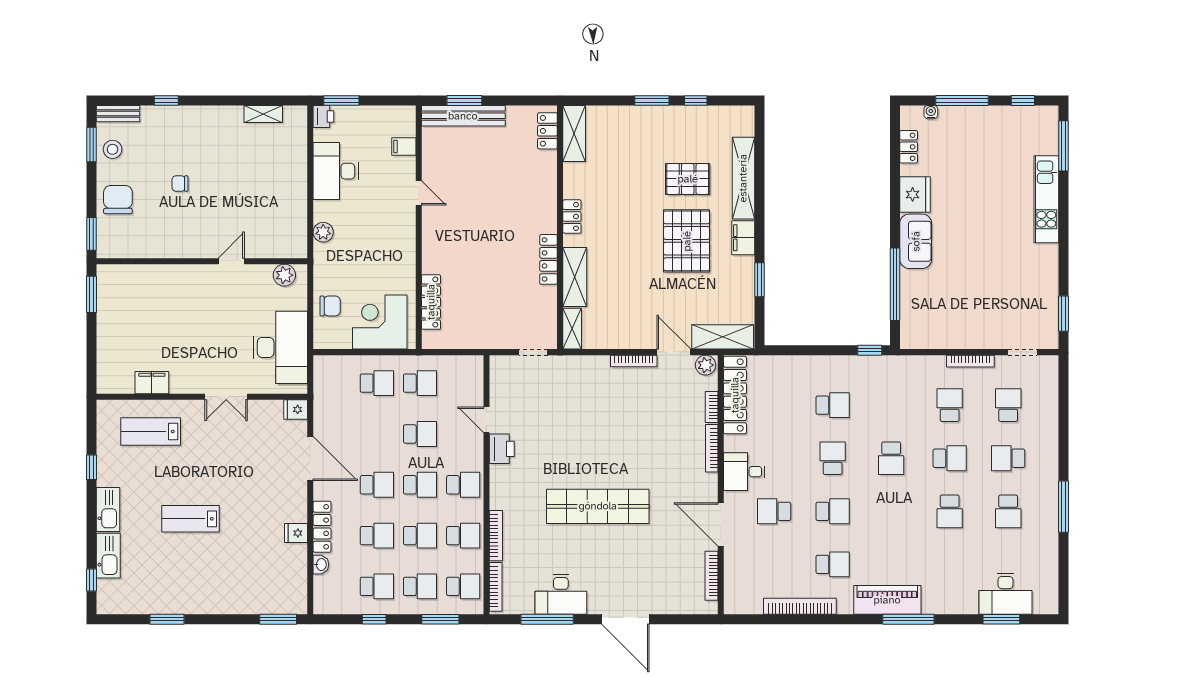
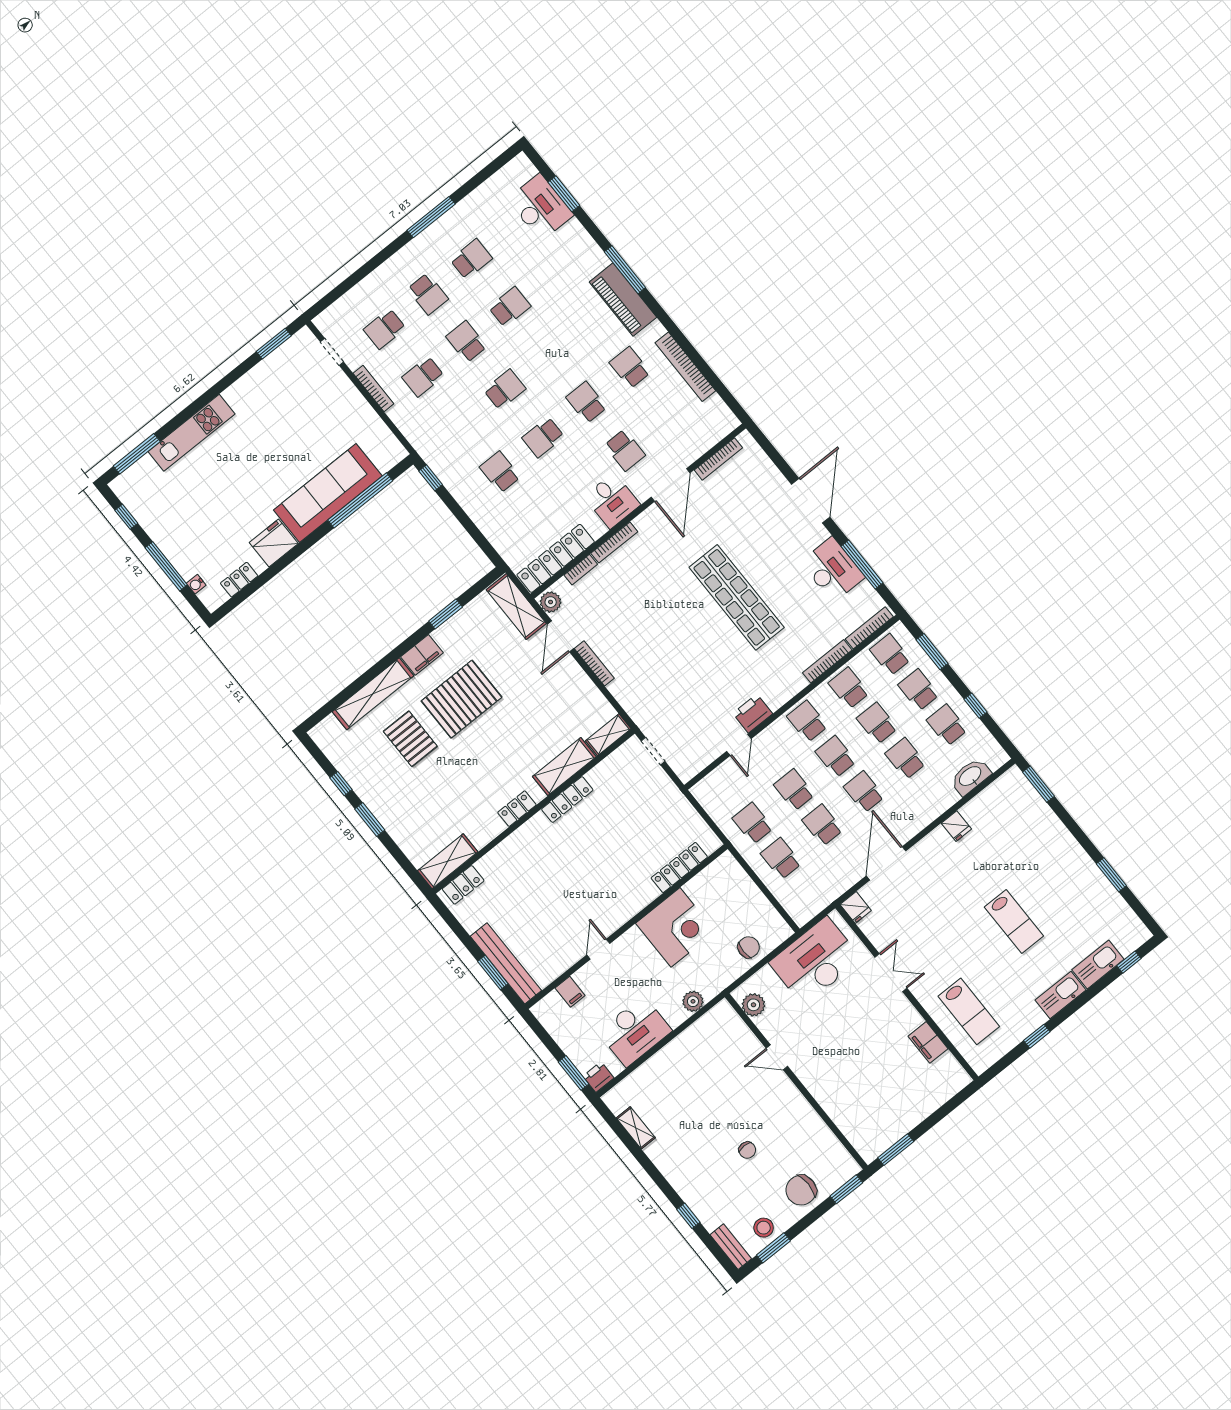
sofa: (916, 241) -> (328, 493), width x1.85, depth x1.27
chair: (330, 306) -> (749, 947), turned 90
corner desk: (380, 322) -> (675, 927), moved, turned -90
school desk: (377, 434) -> (822, 825), added
locker: (322, 527) -> (934, 809), removed
washbasin: (321, 565) -> (971, 777), width x1.91, depth x1.45

